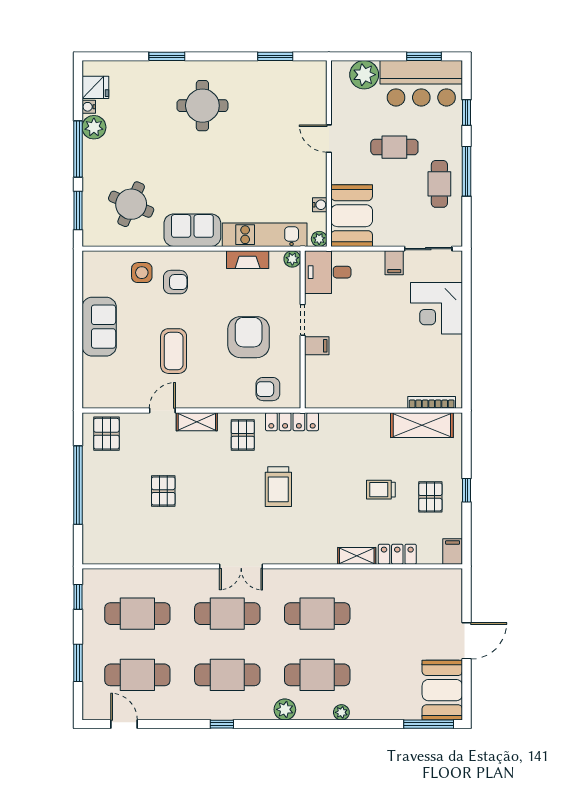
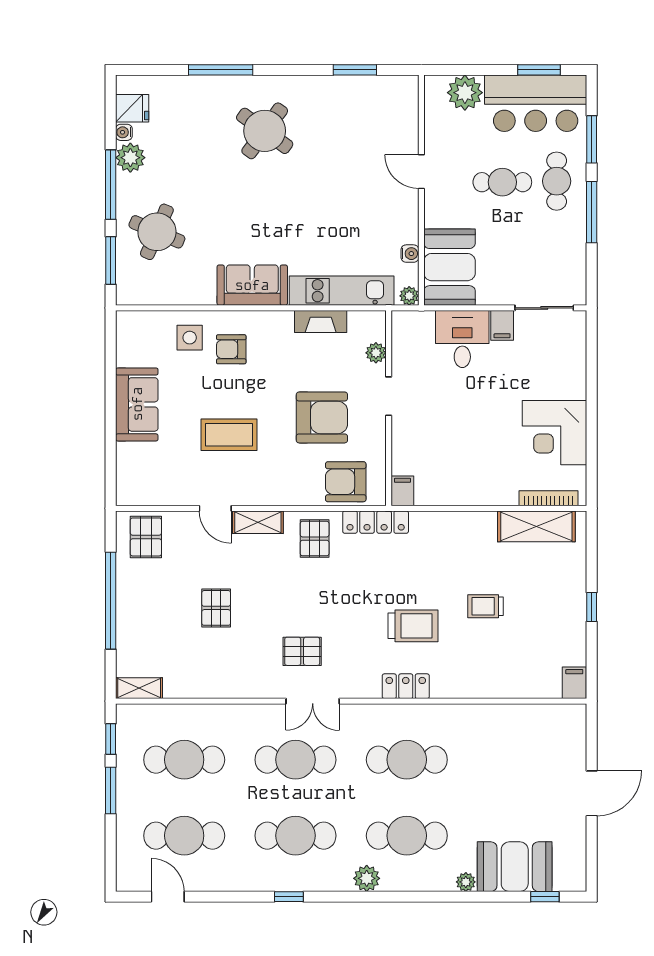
window: (167, 56) -> (221, 70), width x1.44
round table: (202, 106) -> (265, 131), turned 36
window: (467, 112) -> (592, 139), width x1.50
cafe table: (439, 184) -> (557, 181), moved
round table: (131, 204) -> (157, 232), moved
plant: (292, 259) -> (376, 353), moved
desk: (328, 272) -> (462, 339), moved, turned 90
armchair: (175, 282) -> (231, 349), turned 180
corner desk: (436, 308) -> (554, 433), moved
armchair: (249, 337) -> (322, 417), turned 90
filing cabinet: (317, 346) -> (402, 491), moved, turned -90
coffee table: (174, 351) -> (229, 435), turned 90
armchair: (268, 389) -> (346, 482), width x1.38, depth x1.38
door: (162, 411) -> (215, 508), swing flipped
trolley: (278, 487) -> (413, 626), moved, turned -90
pallet: (430, 497) -> (302, 651), moved, turned 90
locker: (397, 554) -> (406, 686), moved
shelving: (357, 556) -> (139, 688), moved
window: (78, 663) -> (111, 790), moved
booth: (442, 690) -> (515, 867), moved, turned 90
plant: (341, 712) -> (466, 882), moved
window: (429, 724) -> (545, 897), width x0.46

